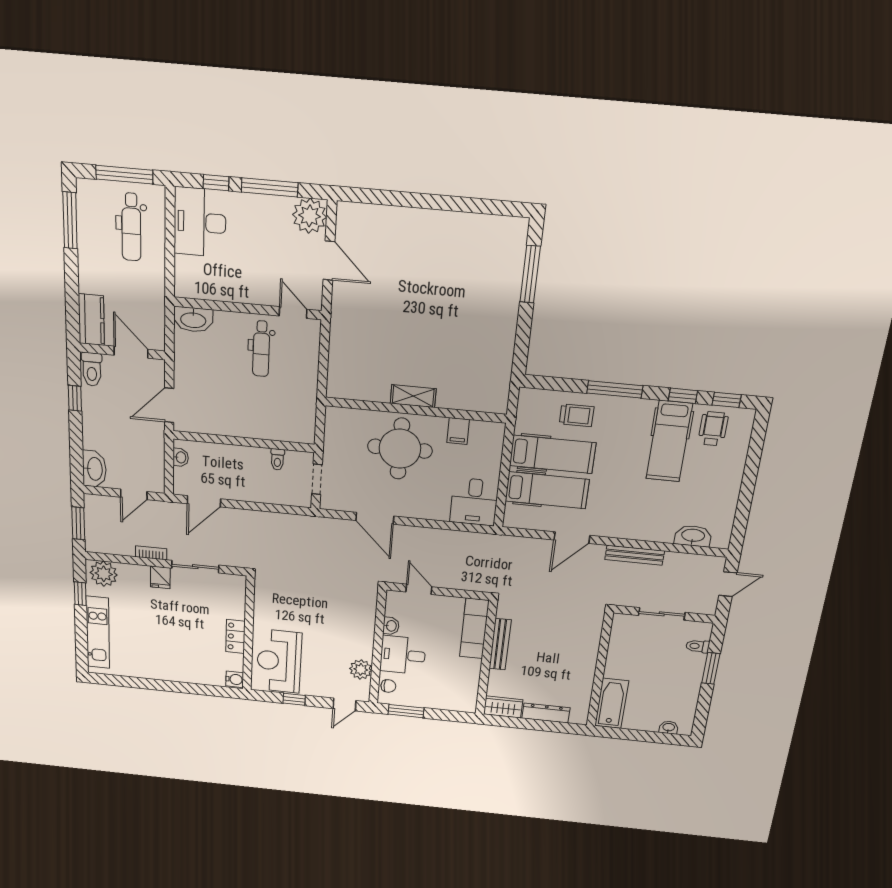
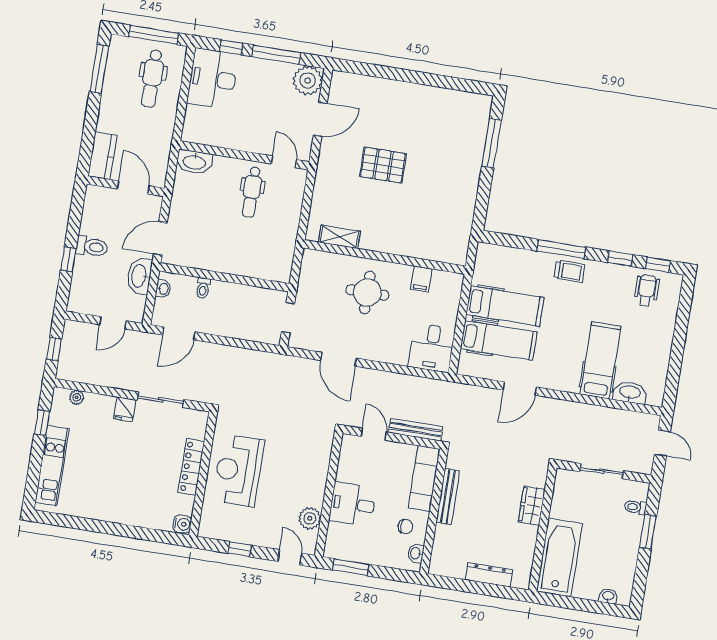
door: (329, 261) -> (320, 119), hinge flipped
pallet: (406, 309) -> (383, 165), added
toilet: (92, 369) -> (92, 247), moved, turned -90
shelving: (413, 396) -> (339, 237), moved
window: (75, 398) -> (68, 259), moved
trolley: (577, 415) -> (570, 271), moved
hospital bed: (669, 441) -> (600, 360), moved, turned 180
round table: (400, 449) -> (367, 292), width x0.73, depth x0.73
toilet: (277, 459) -> (203, 288), moved
washbasin: (94, 469) -> (139, 276), moved, turned 180
window: (78, 523) -> (54, 349), width x0.67
bookcase: (151, 553) -> (120, 383), removed
bench: (635, 555) -> (416, 430), moved
plant: (104, 574) -> (77, 397), width x0.53, depth x0.53
door: (728, 584) -> (662, 443), hinge flipped
washbasin: (391, 626) -> (416, 553), moved, turned 180
locker: (235, 636) -> (191, 467), width x1.53
reception desk: (279, 661) -> (238, 470), moved
chair: (388, 686) -> (405, 526), moved
bathtub: (612, 703) -> (559, 557), width x1.36, depth x1.36
door: (345, 705) -> (290, 557), swing flipped
wardrobe: (503, 707) -> (532, 506), moved, turned -90

